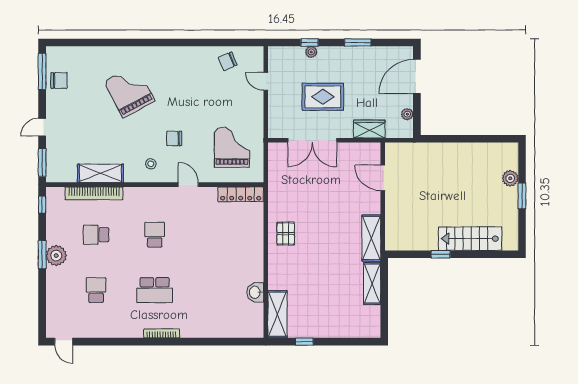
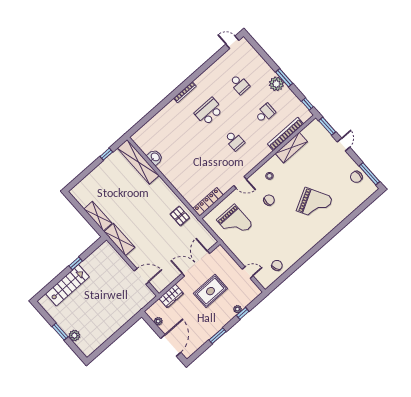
pallet: (286, 234) -> (180, 216), moved
shelving: (277, 314) -> (138, 162), width x1.47

